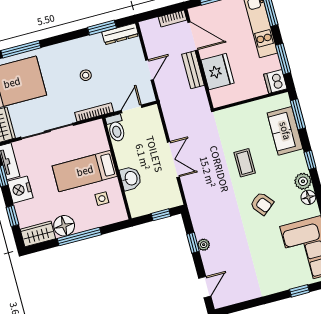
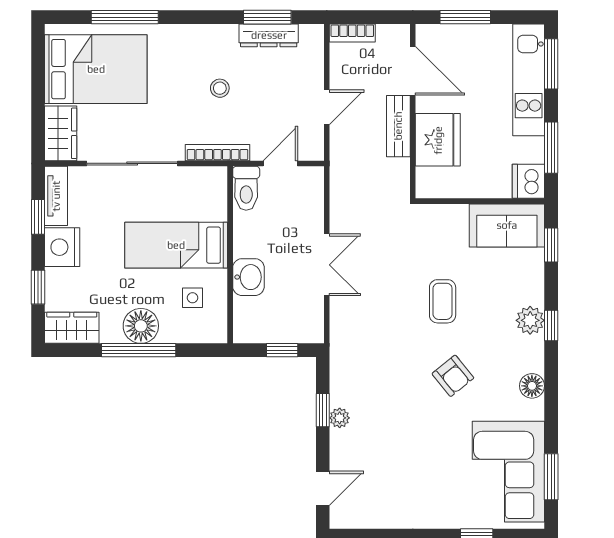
bookcase: (173, 18) -> (352, 33), moved
dresser: (120, 34) -> (269, 35), moved
window: (298, 114) -> (551, 245), width x0.67
sofa: (285, 131) -> (507, 225), moved, turned -90
plant: (303, 181) -> (530, 320), moved
floor lamp: (64, 226) -> (141, 326), moved

